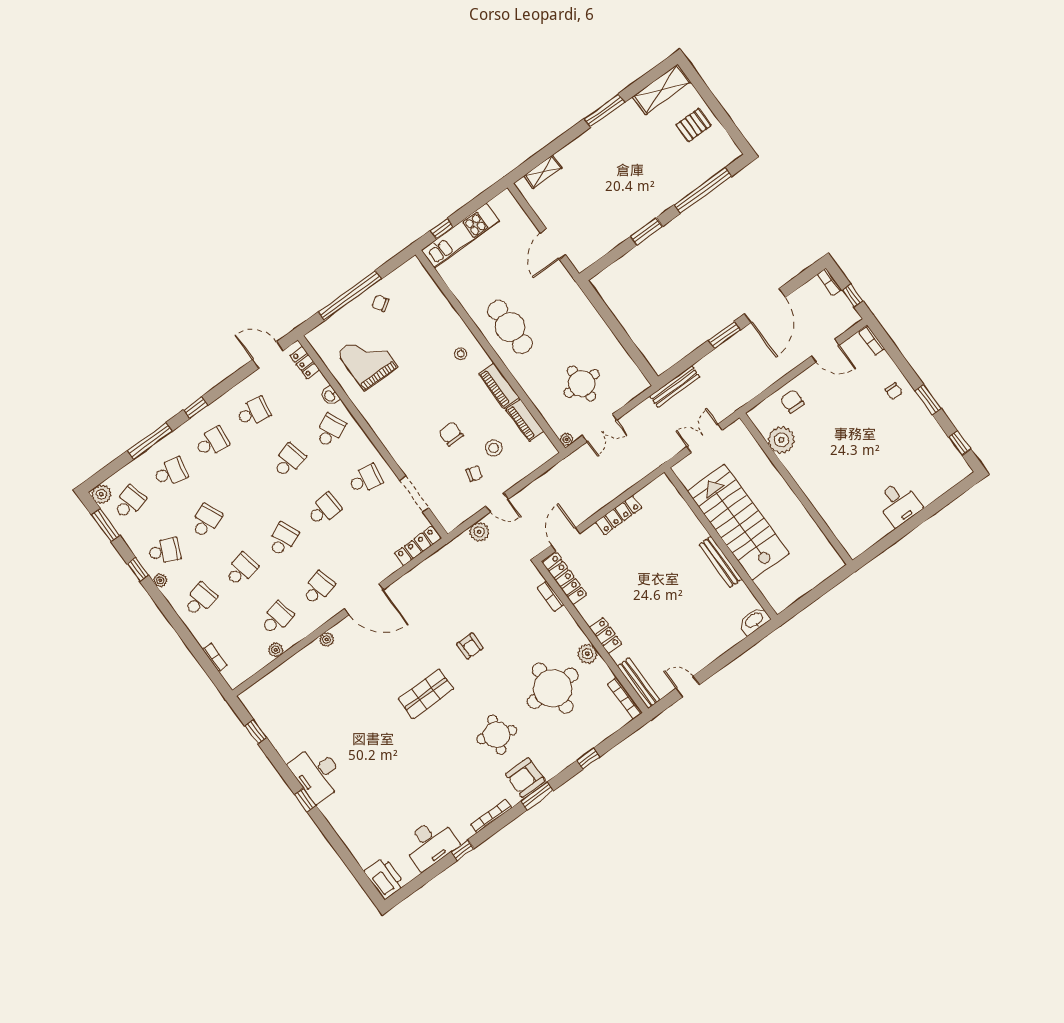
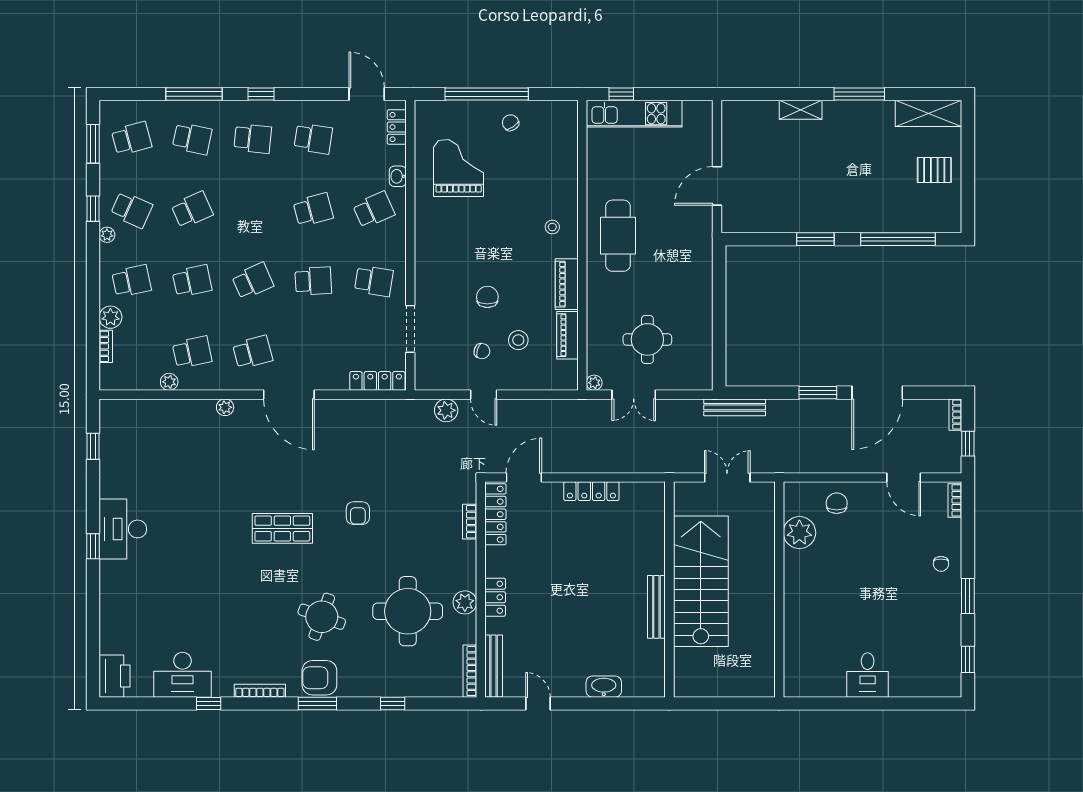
shelving: (543, 172) -> (801, 110), moved
plant: (101, 494) -> (110, 317), moved
washbasin: (754, 621) -> (604, 687), moved

